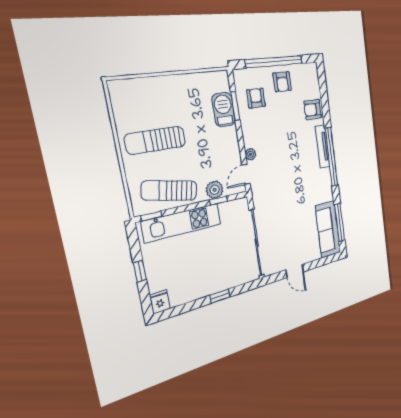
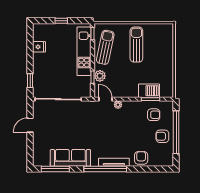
sofa: (328, 229) -> (70, 158), moved
window: (220, 296) -> (30, 81), moved
fridge: (160, 302) -> (39, 47), moved

